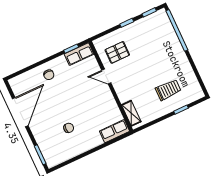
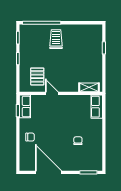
door: (106, 76) -> (52, 93), swing flipped
trolley: (168, 90) -> (56, 39), moved

